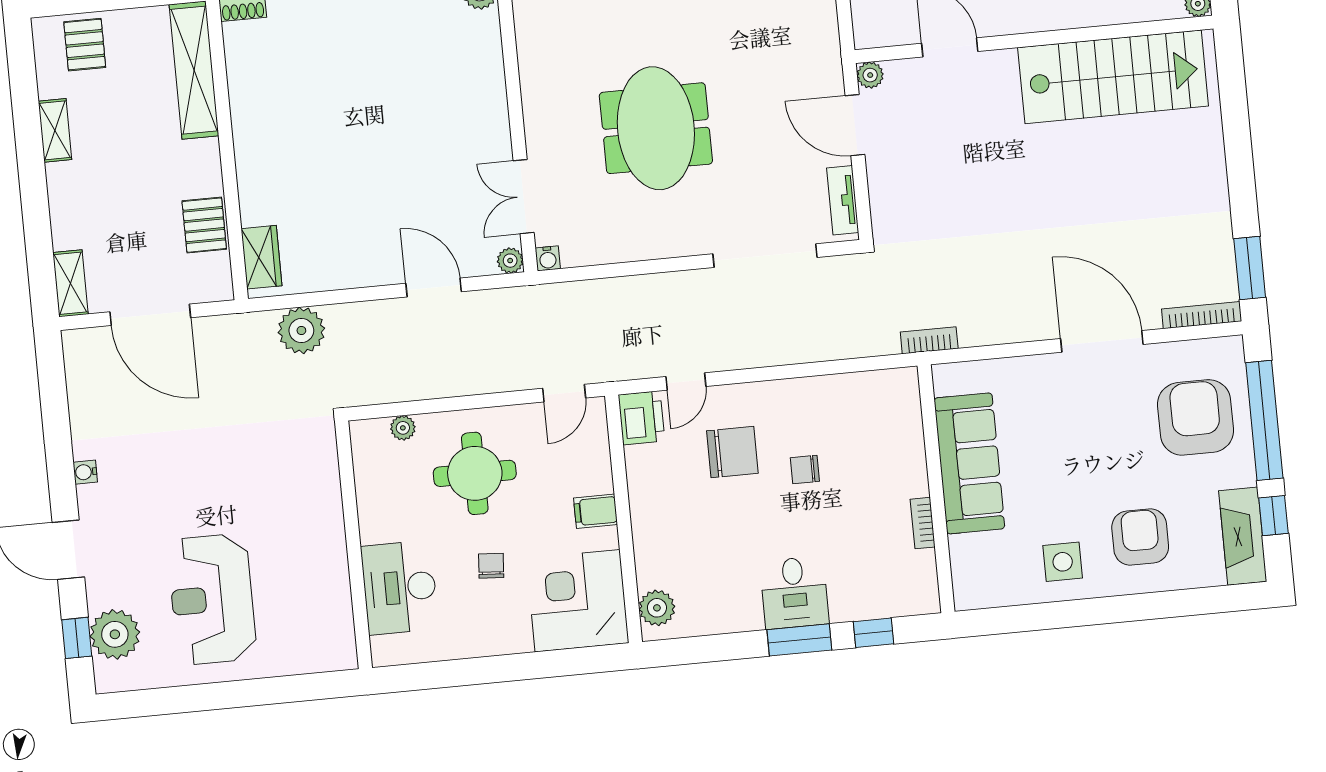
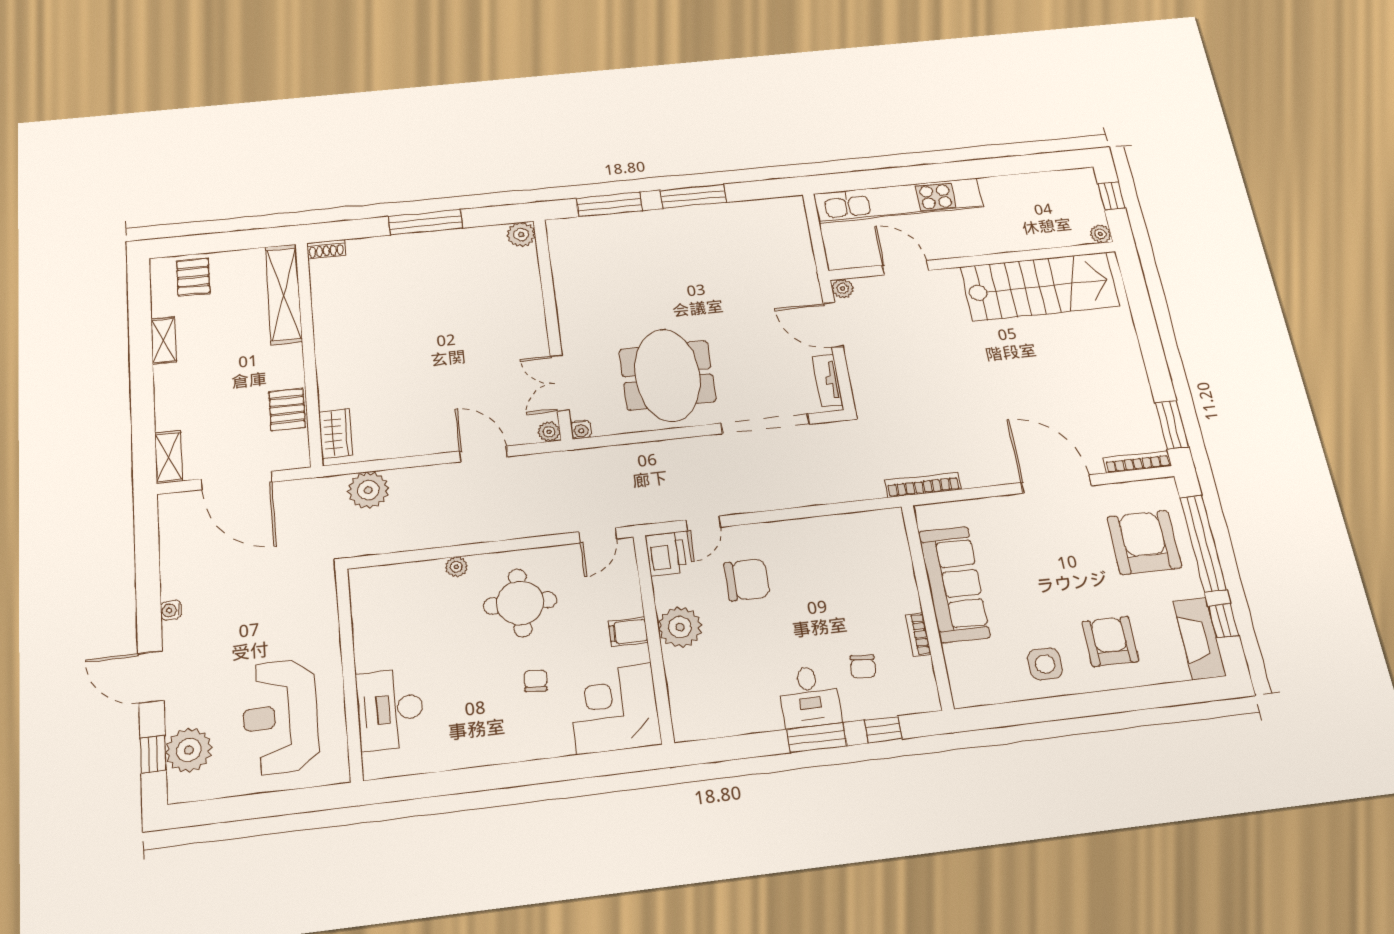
meeting table: (656, 128) -> (667, 375), moved
bookcase: (929, 340) -> (923, 485), width x1.56
chair: (805, 470) -> (863, 667), moved, turned -85
wall: (354, 545) -> (349, 673), moved
desk: (400, 588) -> (390, 709), moved
plant: (657, 608) -> (680, 627), moved, width x1.36, depth x1.36

